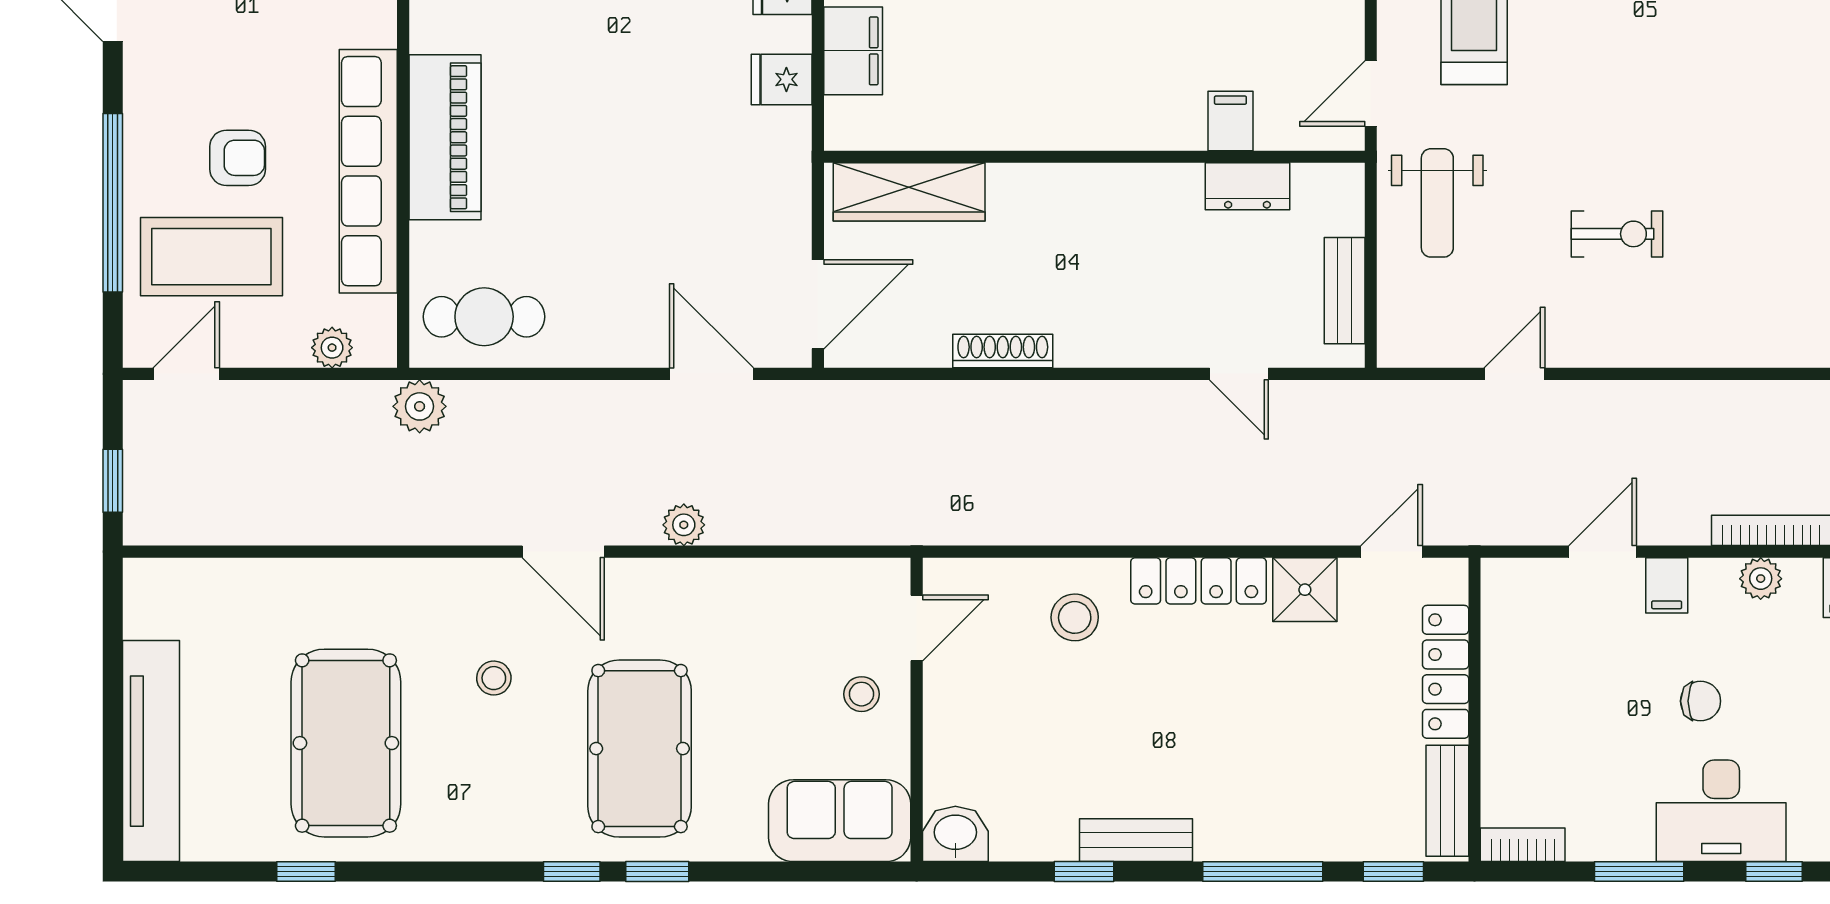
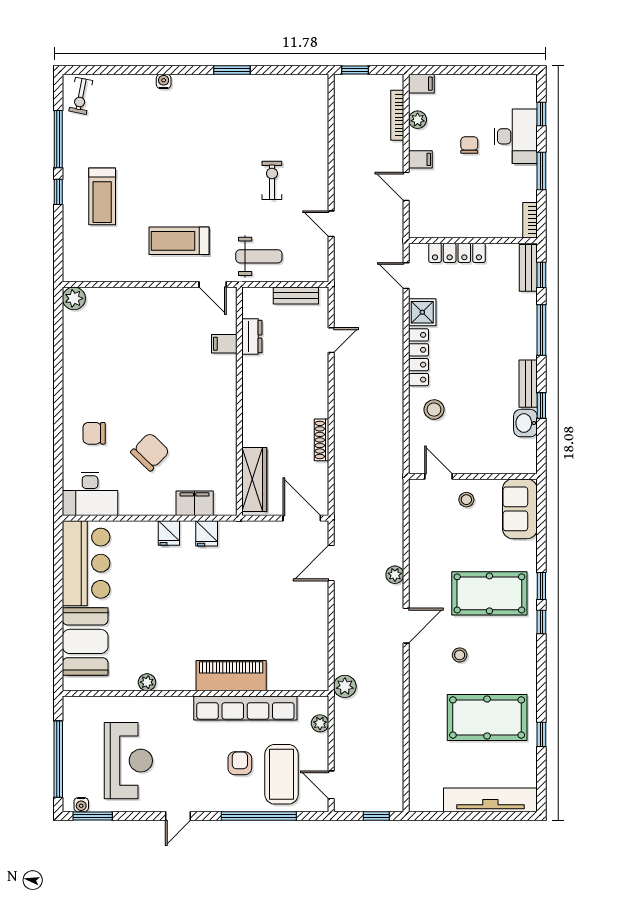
cafe table: (484, 317) -> (307, 659), removed
bench: (1447, 801) -> (528, 268), moved, turned 90
washbasin: (955, 834) -> (525, 423), moved

